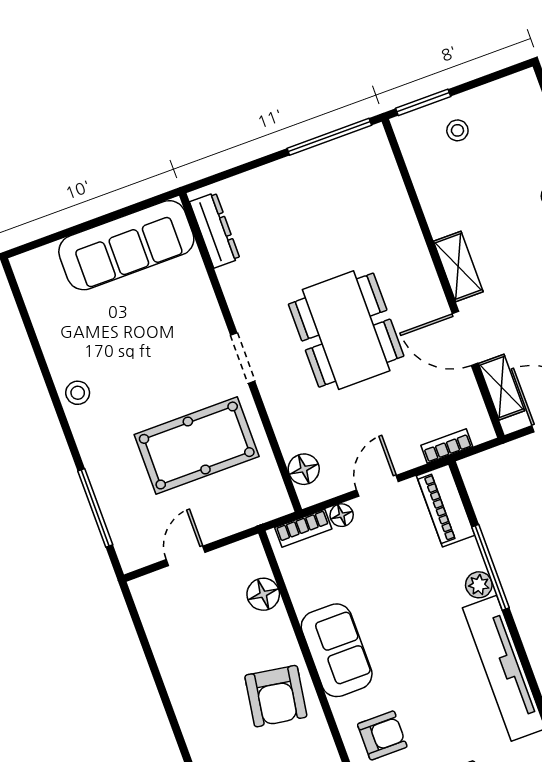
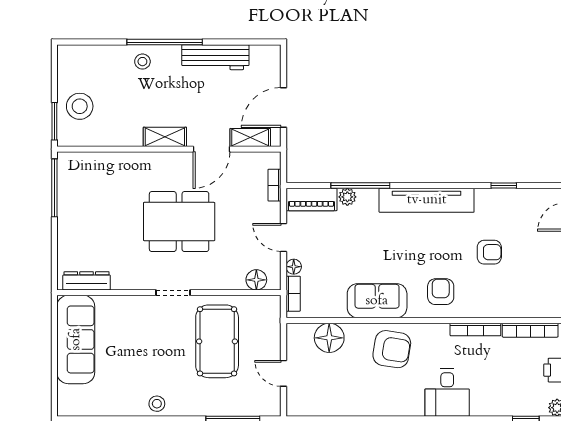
stool: (457, 130) -> (80, 106), width x1.89, depth x1.89
plant: (479, 585) -> (347, 197), moved
floor lamp: (263, 594) -> (329, 338), width x1.38, depth x1.38

